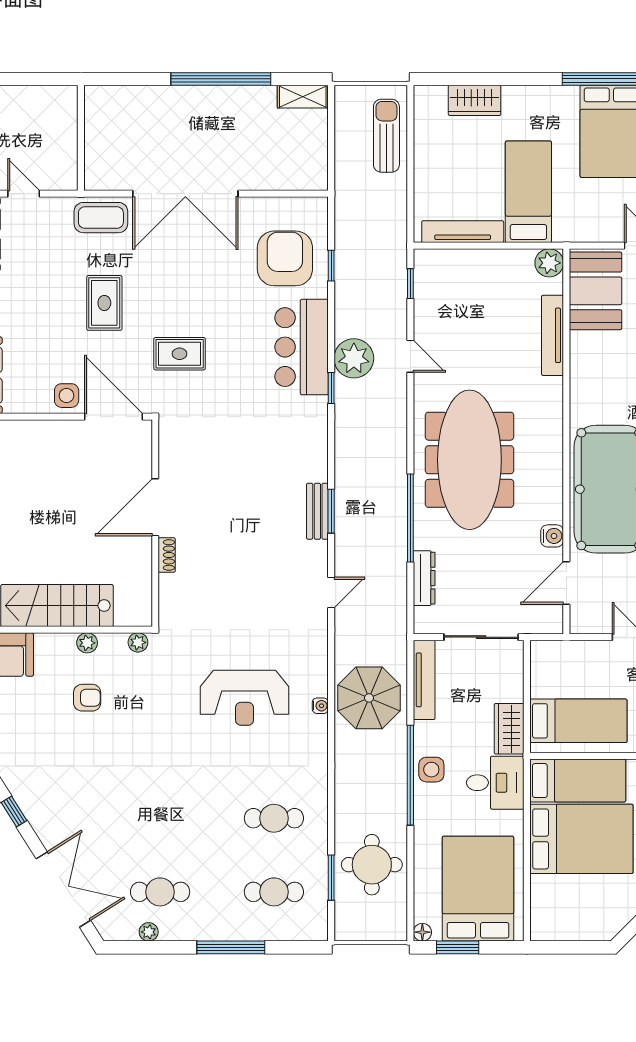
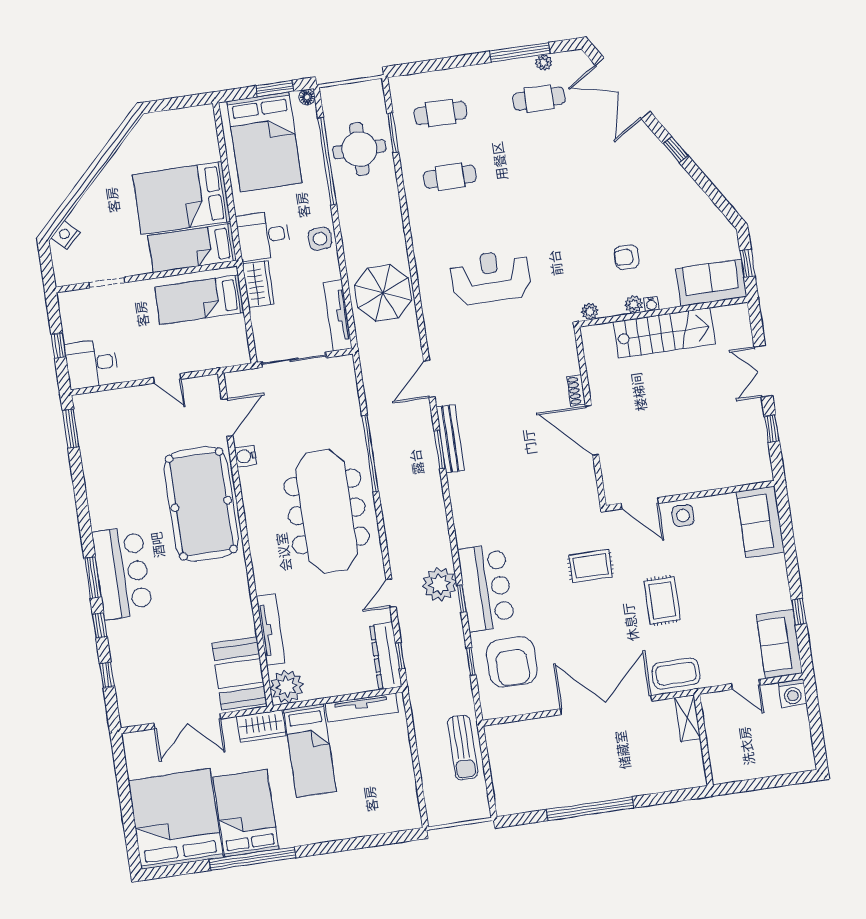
shelving: (303, 97) -> (687, 718), moved, turned 90
wardrobe: (475, 100) -> (261, 726), moved, turned 180
sun lounger: (386, 136) -> (463, 748), moved
plant: (549, 263) -> (287, 687), width x1.36, depth x1.36
door: (410, 356) -> (391, 593), hinge flipped
window: (331, 388) -> (462, 599), moved
door: (113, 417) -> (640, 503), width x0.73
door: (155, 507) -> (592, 430), swing flipped
bench: (317, 511) -> (450, 439), width x1.36
dresser: (424, 578) -> (386, 656), moved, width x1.37, depth x1.24
door: (331, 593) -> (429, 379), width x1.38
water cooler: (320, 706) -> (651, 304), moved, turned -90
window: (410, 775) -> (327, 161), moved
window: (231, 947) -> (520, 52), moved

